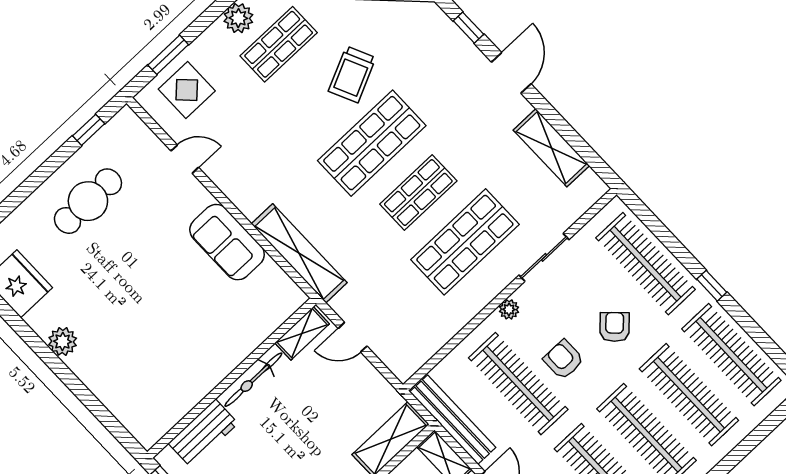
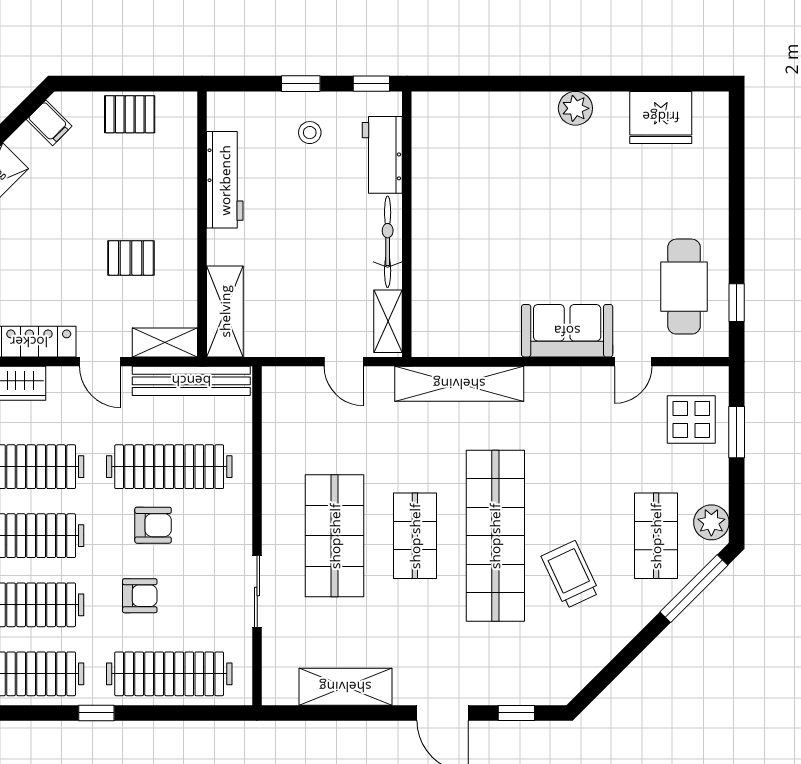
shop shelf: (372, 143) -> (495, 536), width x1.40
cafe table: (88, 201) -> (684, 287), moved
sofa: (227, 242) -> (567, 331), moved
plant: (509, 309) -> (241, 519), removed
armchair: (615, 327) -> (140, 596), turned -44
door: (353, 337) -> (344, 362), swing flipped

